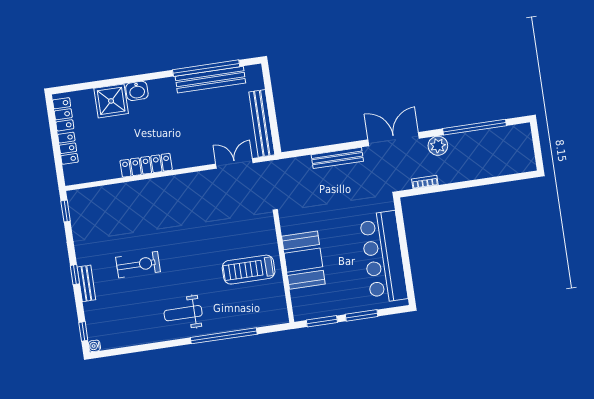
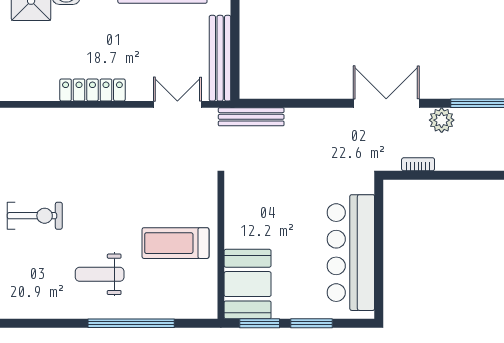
bench: (337, 158) -> (251, 117), moved
locker: (146, 165) -> (92, 90), moved
booth: (303, 260) -> (248, 284), moved
weight bench: (183, 313) -> (100, 274), moved

